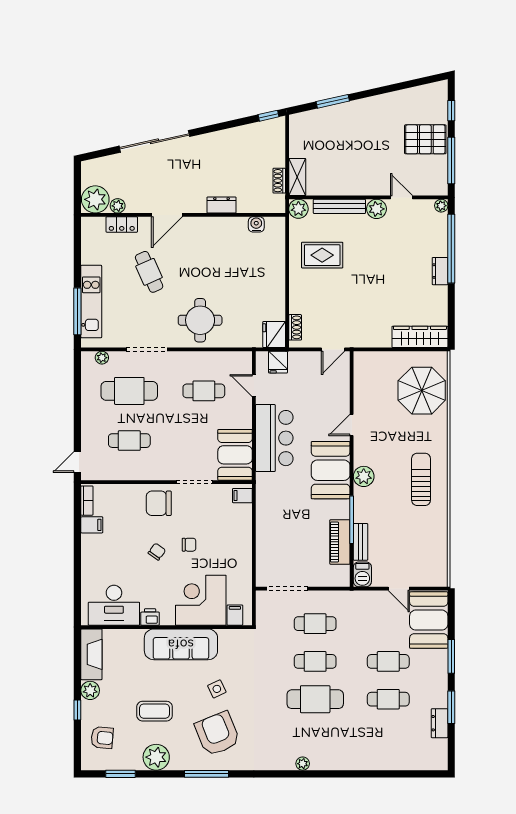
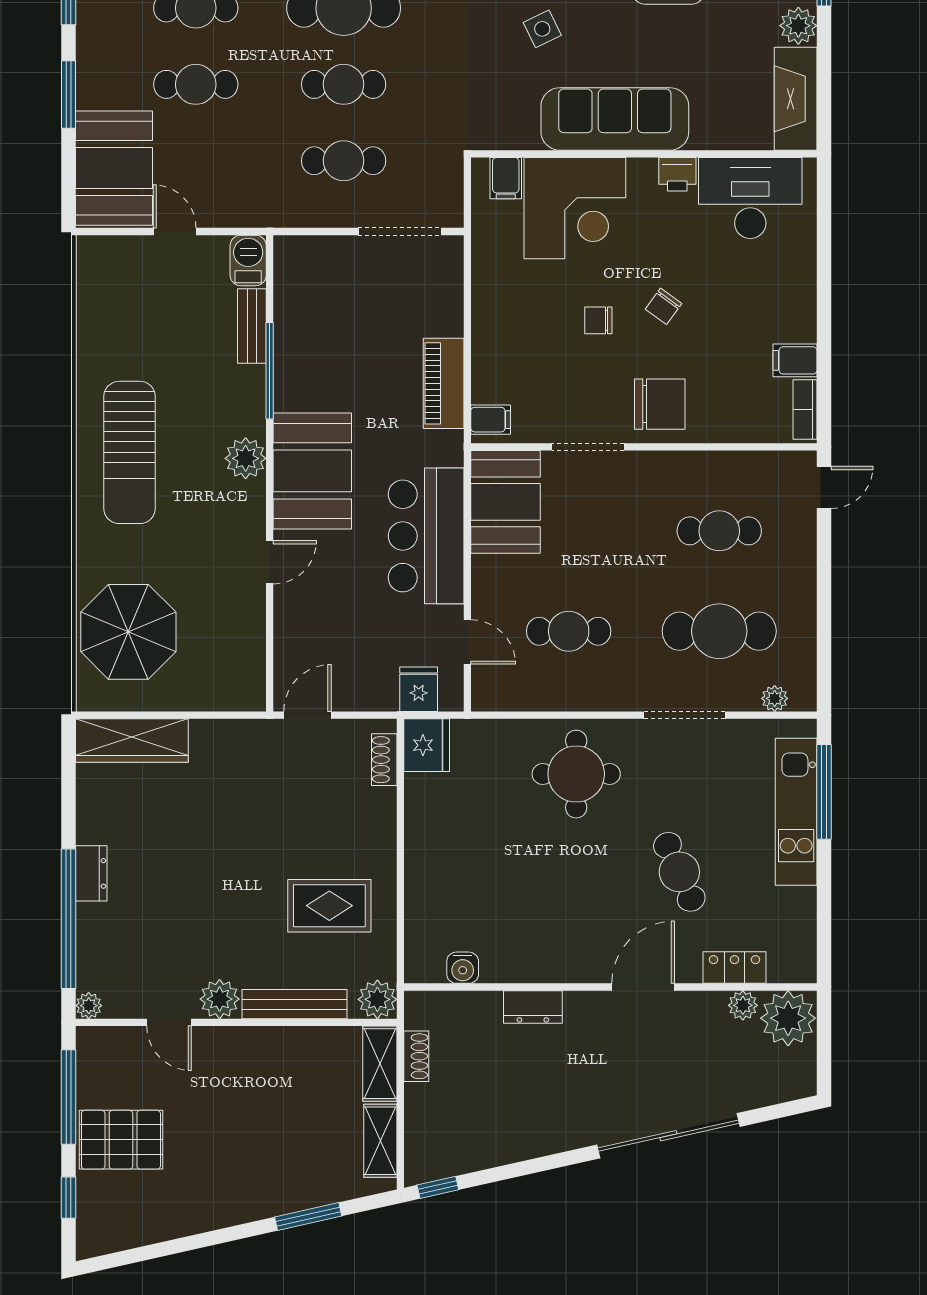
shelving: (297, 139) -> (380, 1141), added
sun lounger: (421, 479) -> (130, 452), width x1.36, depth x1.34
piano: (340, 542) -> (444, 383), moved, turned 180

